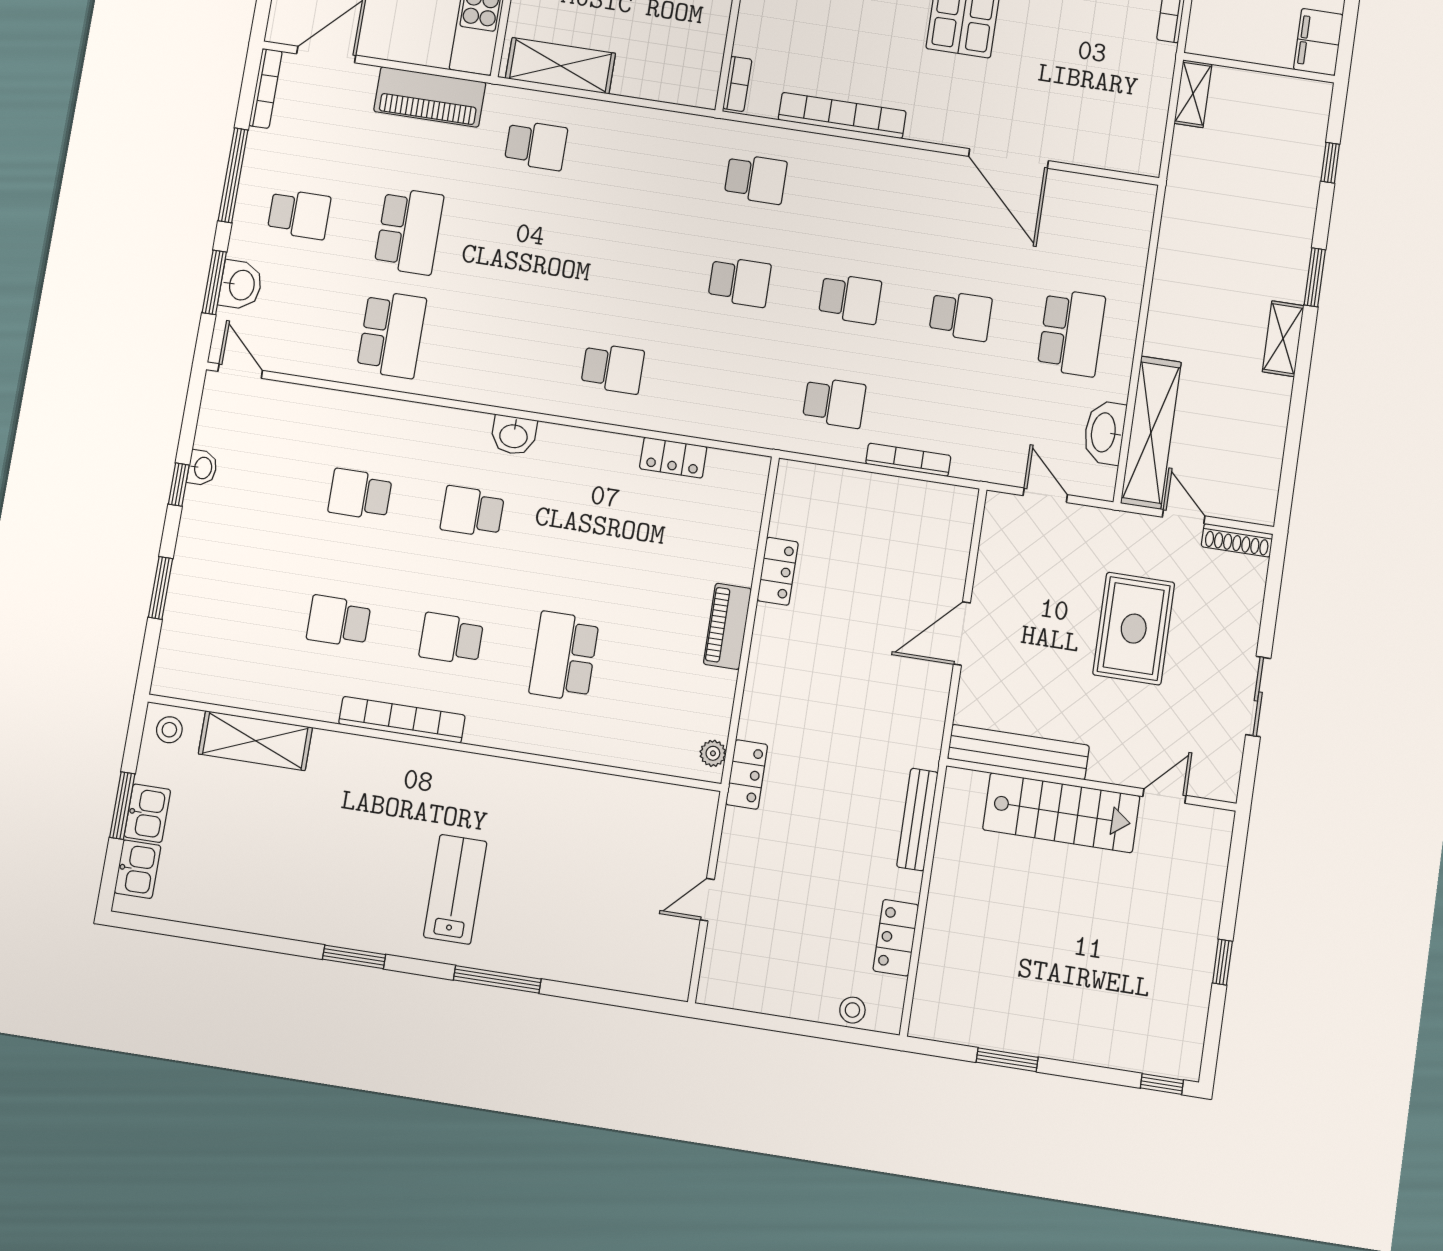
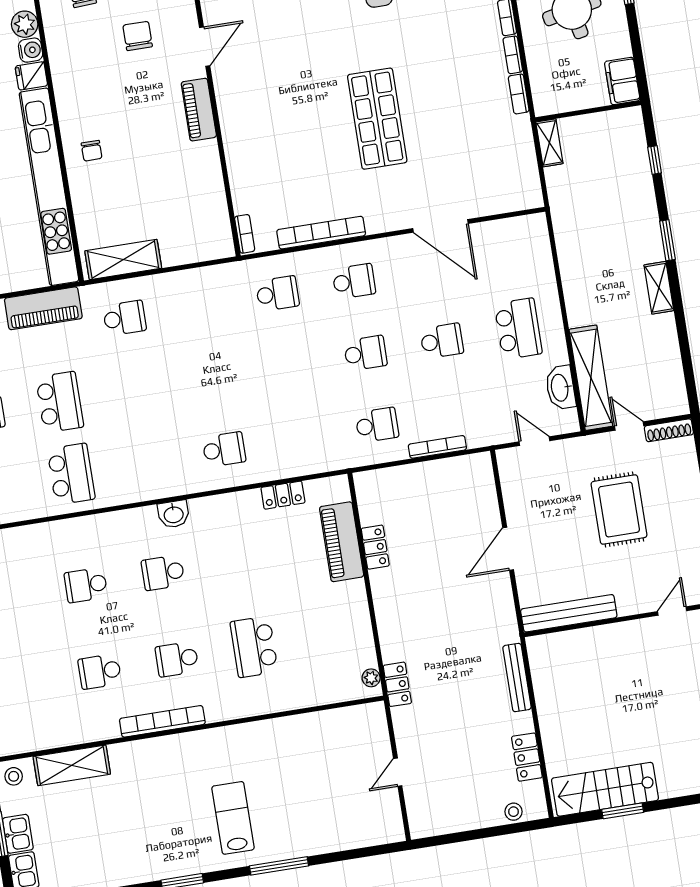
school desk: (740, 282) -> (354, 281), moved
piano: (727, 626) -> (342, 542), moved, width x1.37, depth x1.33
stairs: (1061, 813) -> (605, 789), moved, turned 180

